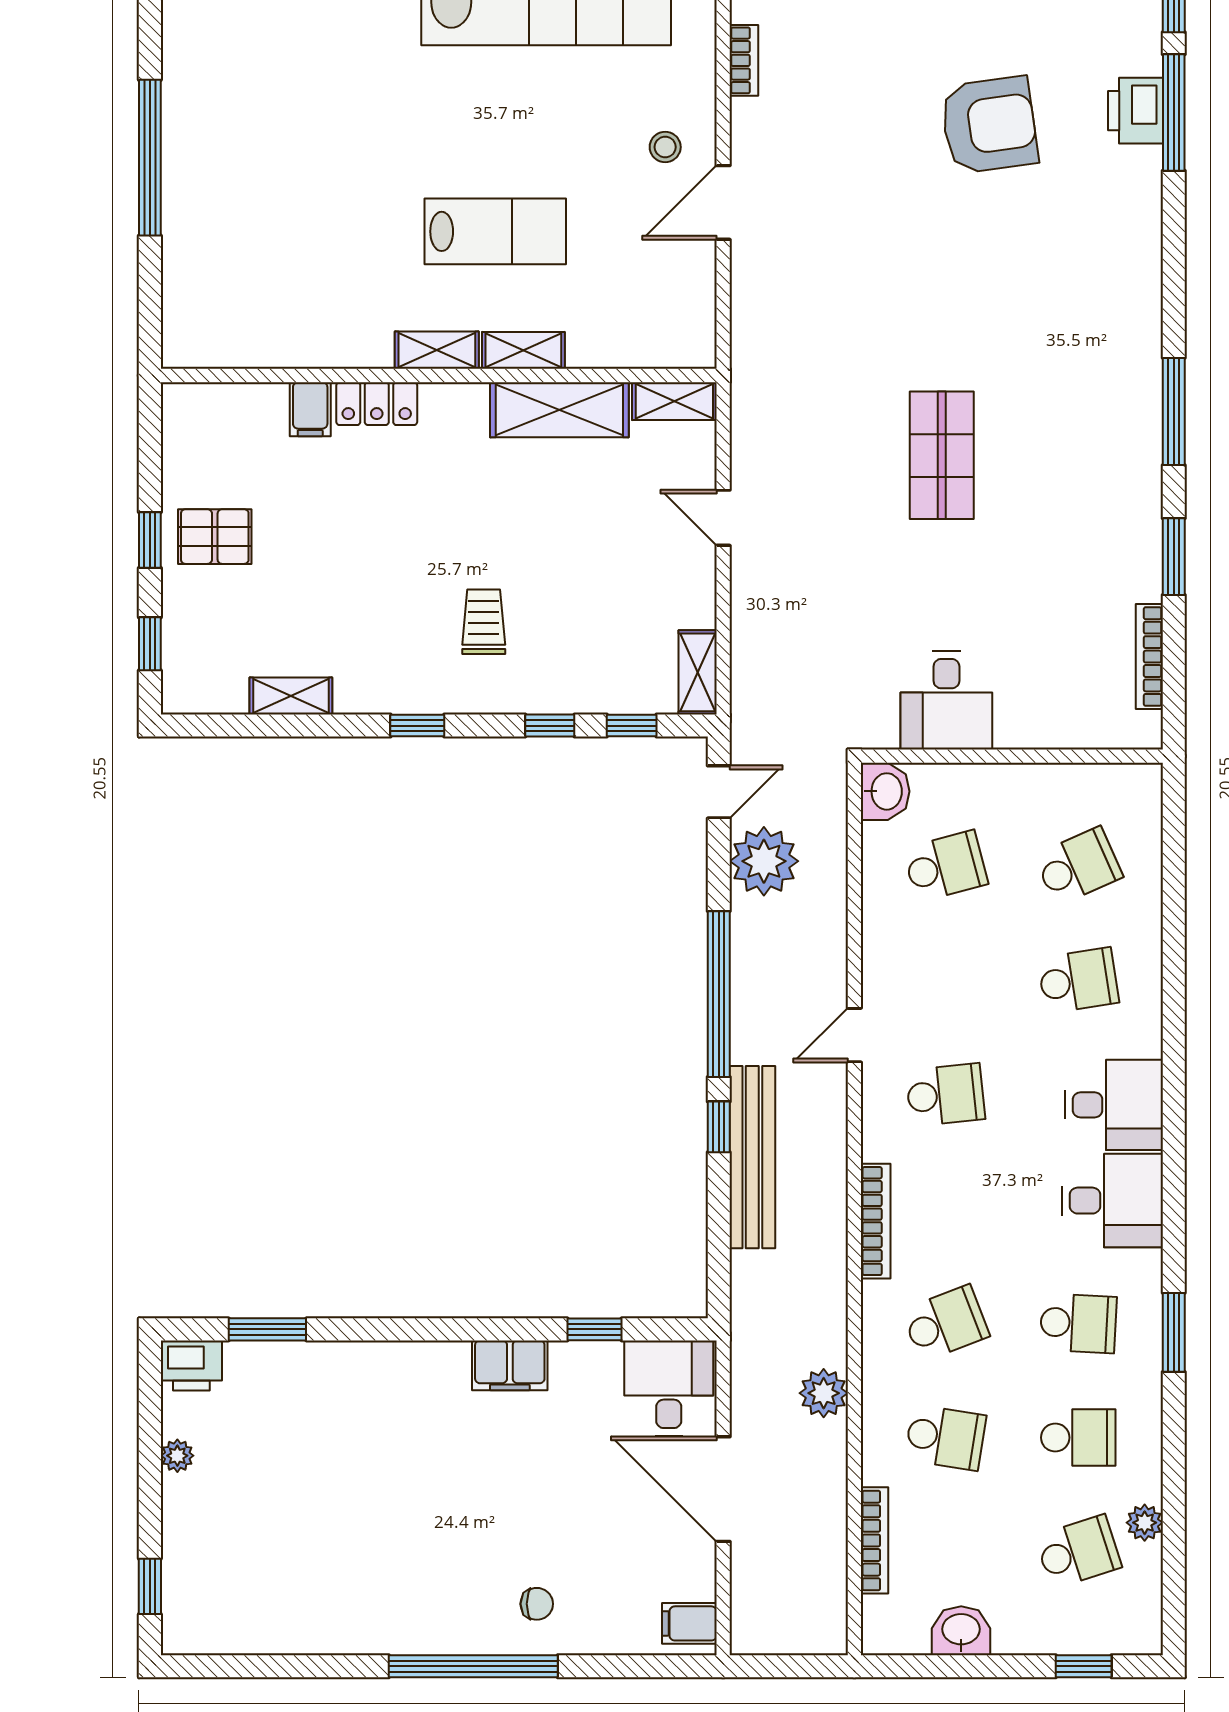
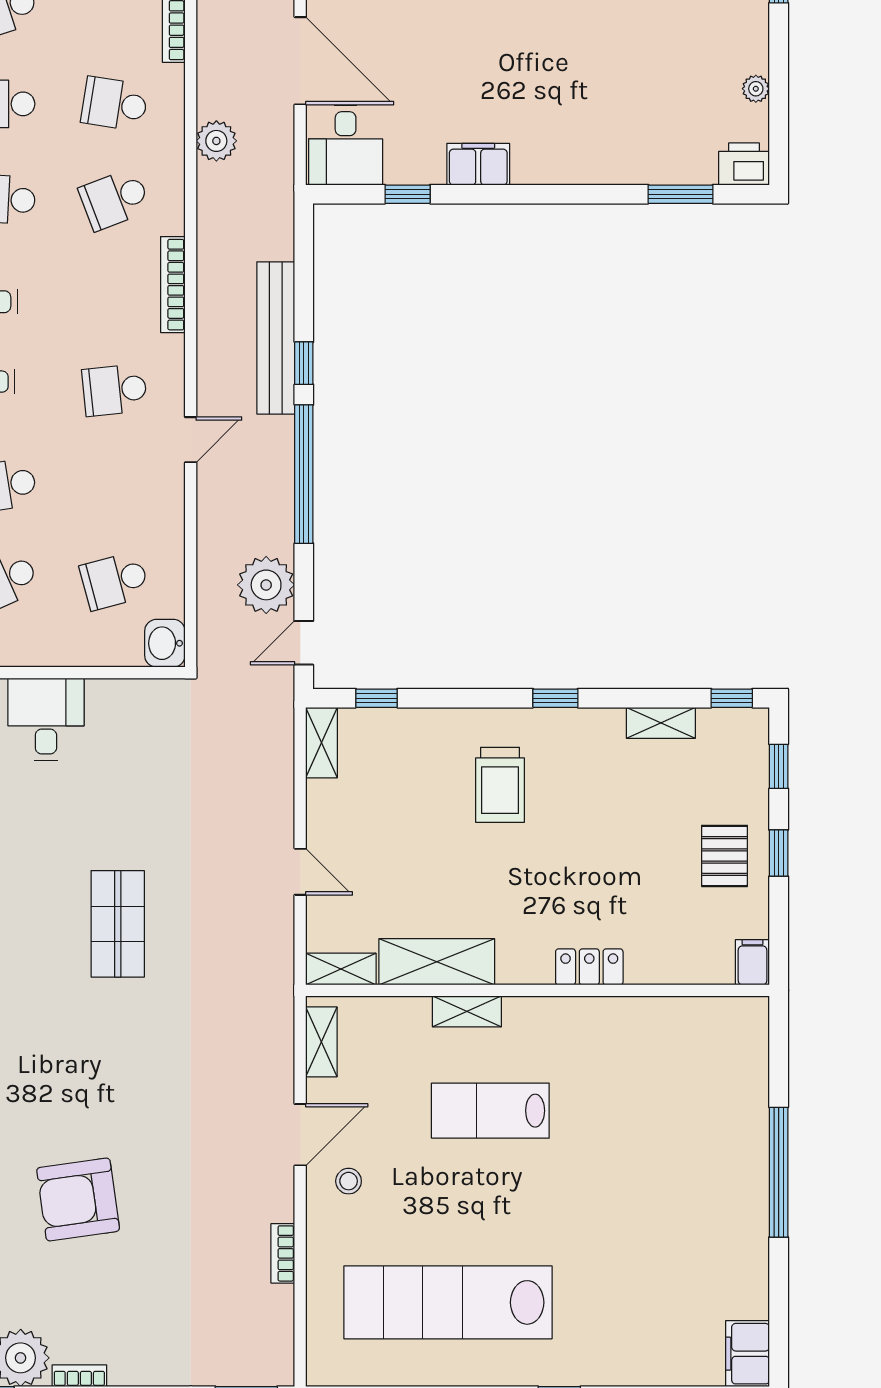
shelving: (437, 350) -> (321, 1042), moved, turned 90
filing cabinet: (310, 409) -> (752, 962), moved
pallet: (215, 537) -> (725, 856), turned 90
trolley: (484, 622) -> (500, 785), width x1.36, depth x1.39
desk: (946, 700) -> (46, 719), moved
window: (550, 726) -> (732, 698), moved

